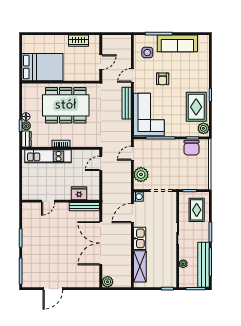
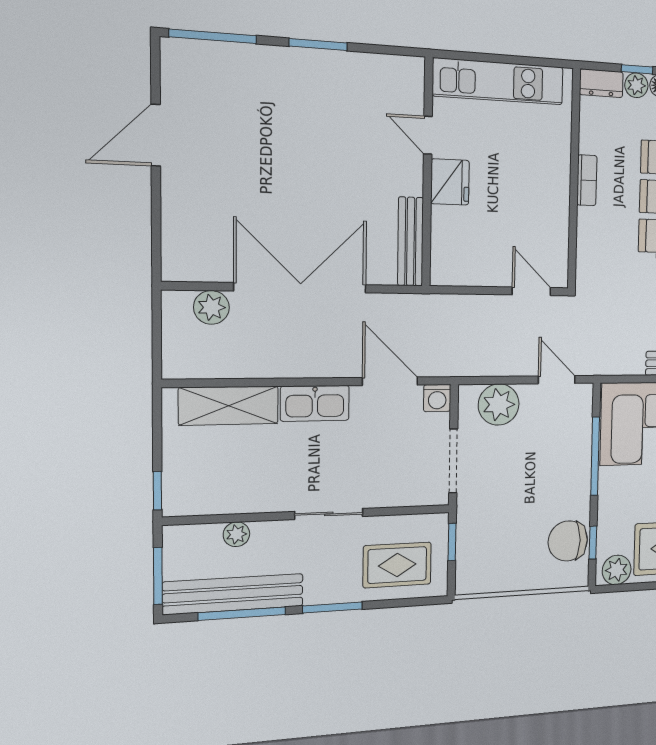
kitchen unit: (48, 156) -> (498, 81), moved, turned -90
fridge: (79, 193) -> (450, 182), moved
plant: (108, 282) -> (211, 307), moved
door: (53, 289) -> (156, 135), hinge flipped

